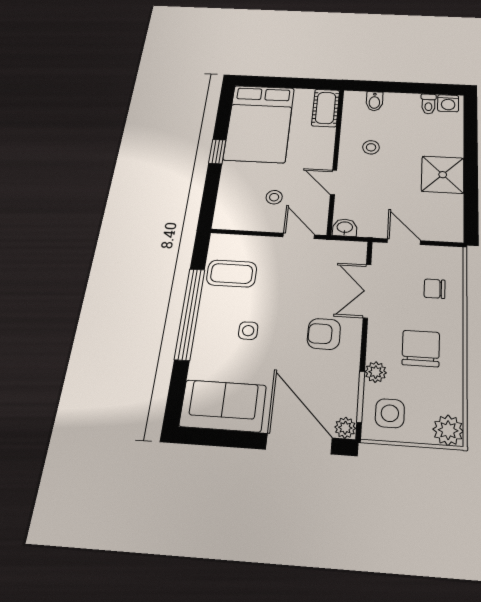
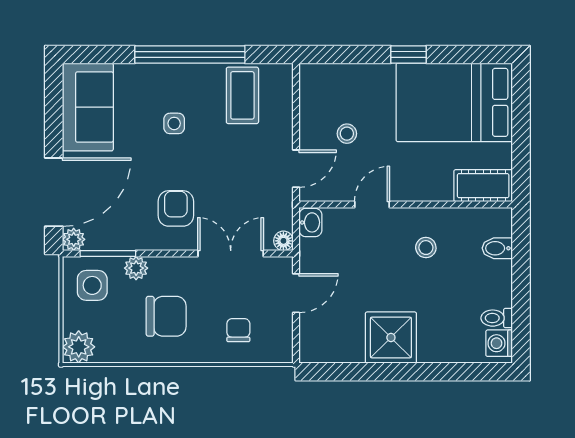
floor lamp: (359, 249) -> (283, 241), added

